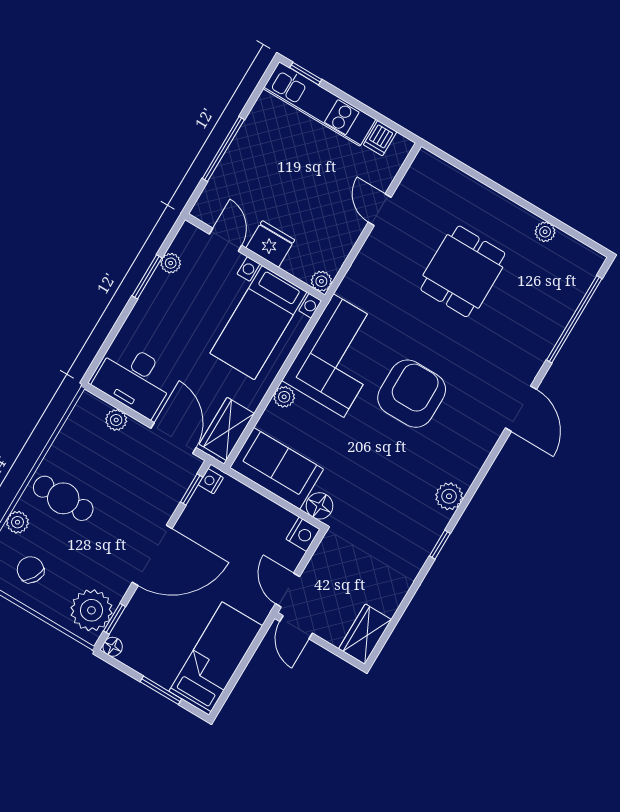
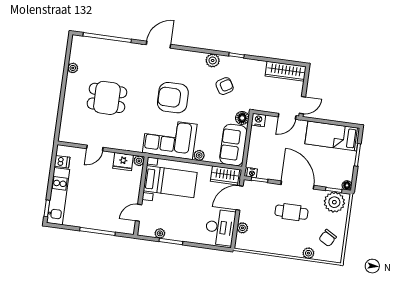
fridge: (270, 244) -> (123, 162), moved, turned -90
cafe table: (63, 498) -> (291, 212), moved, turned 90
armchair: (392, 498) -> (225, 86), added
wardrobe: (365, 634) -> (286, 71), width x1.50

